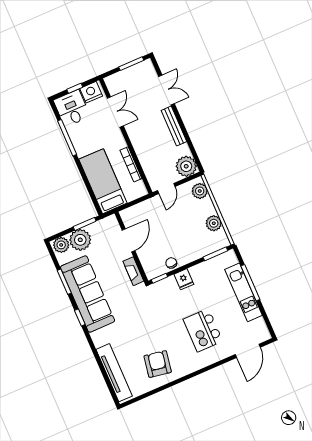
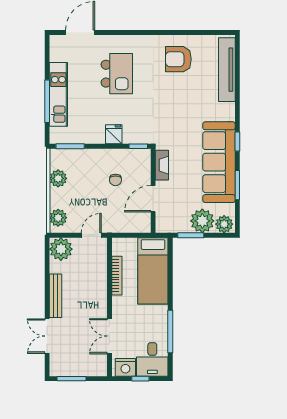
chair: (171, 263) -> (115, 180), moved
armchair: (158, 364) -> (178, 59), turned 80

